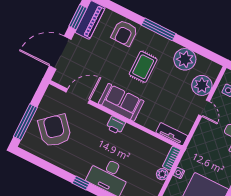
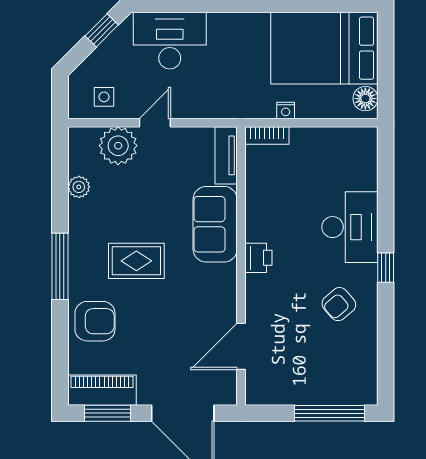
plant: (185, 59) -> (79, 187), width x0.53, depth x0.53
door: (78, 96) -> (241, 346), hinge flipped
sofa: (121, 102) -> (215, 224), moved
armchair: (55, 131) -> (339, 304), moved, width x0.53, depth x0.53
plant: (162, 174) -> (302, 138), removed

